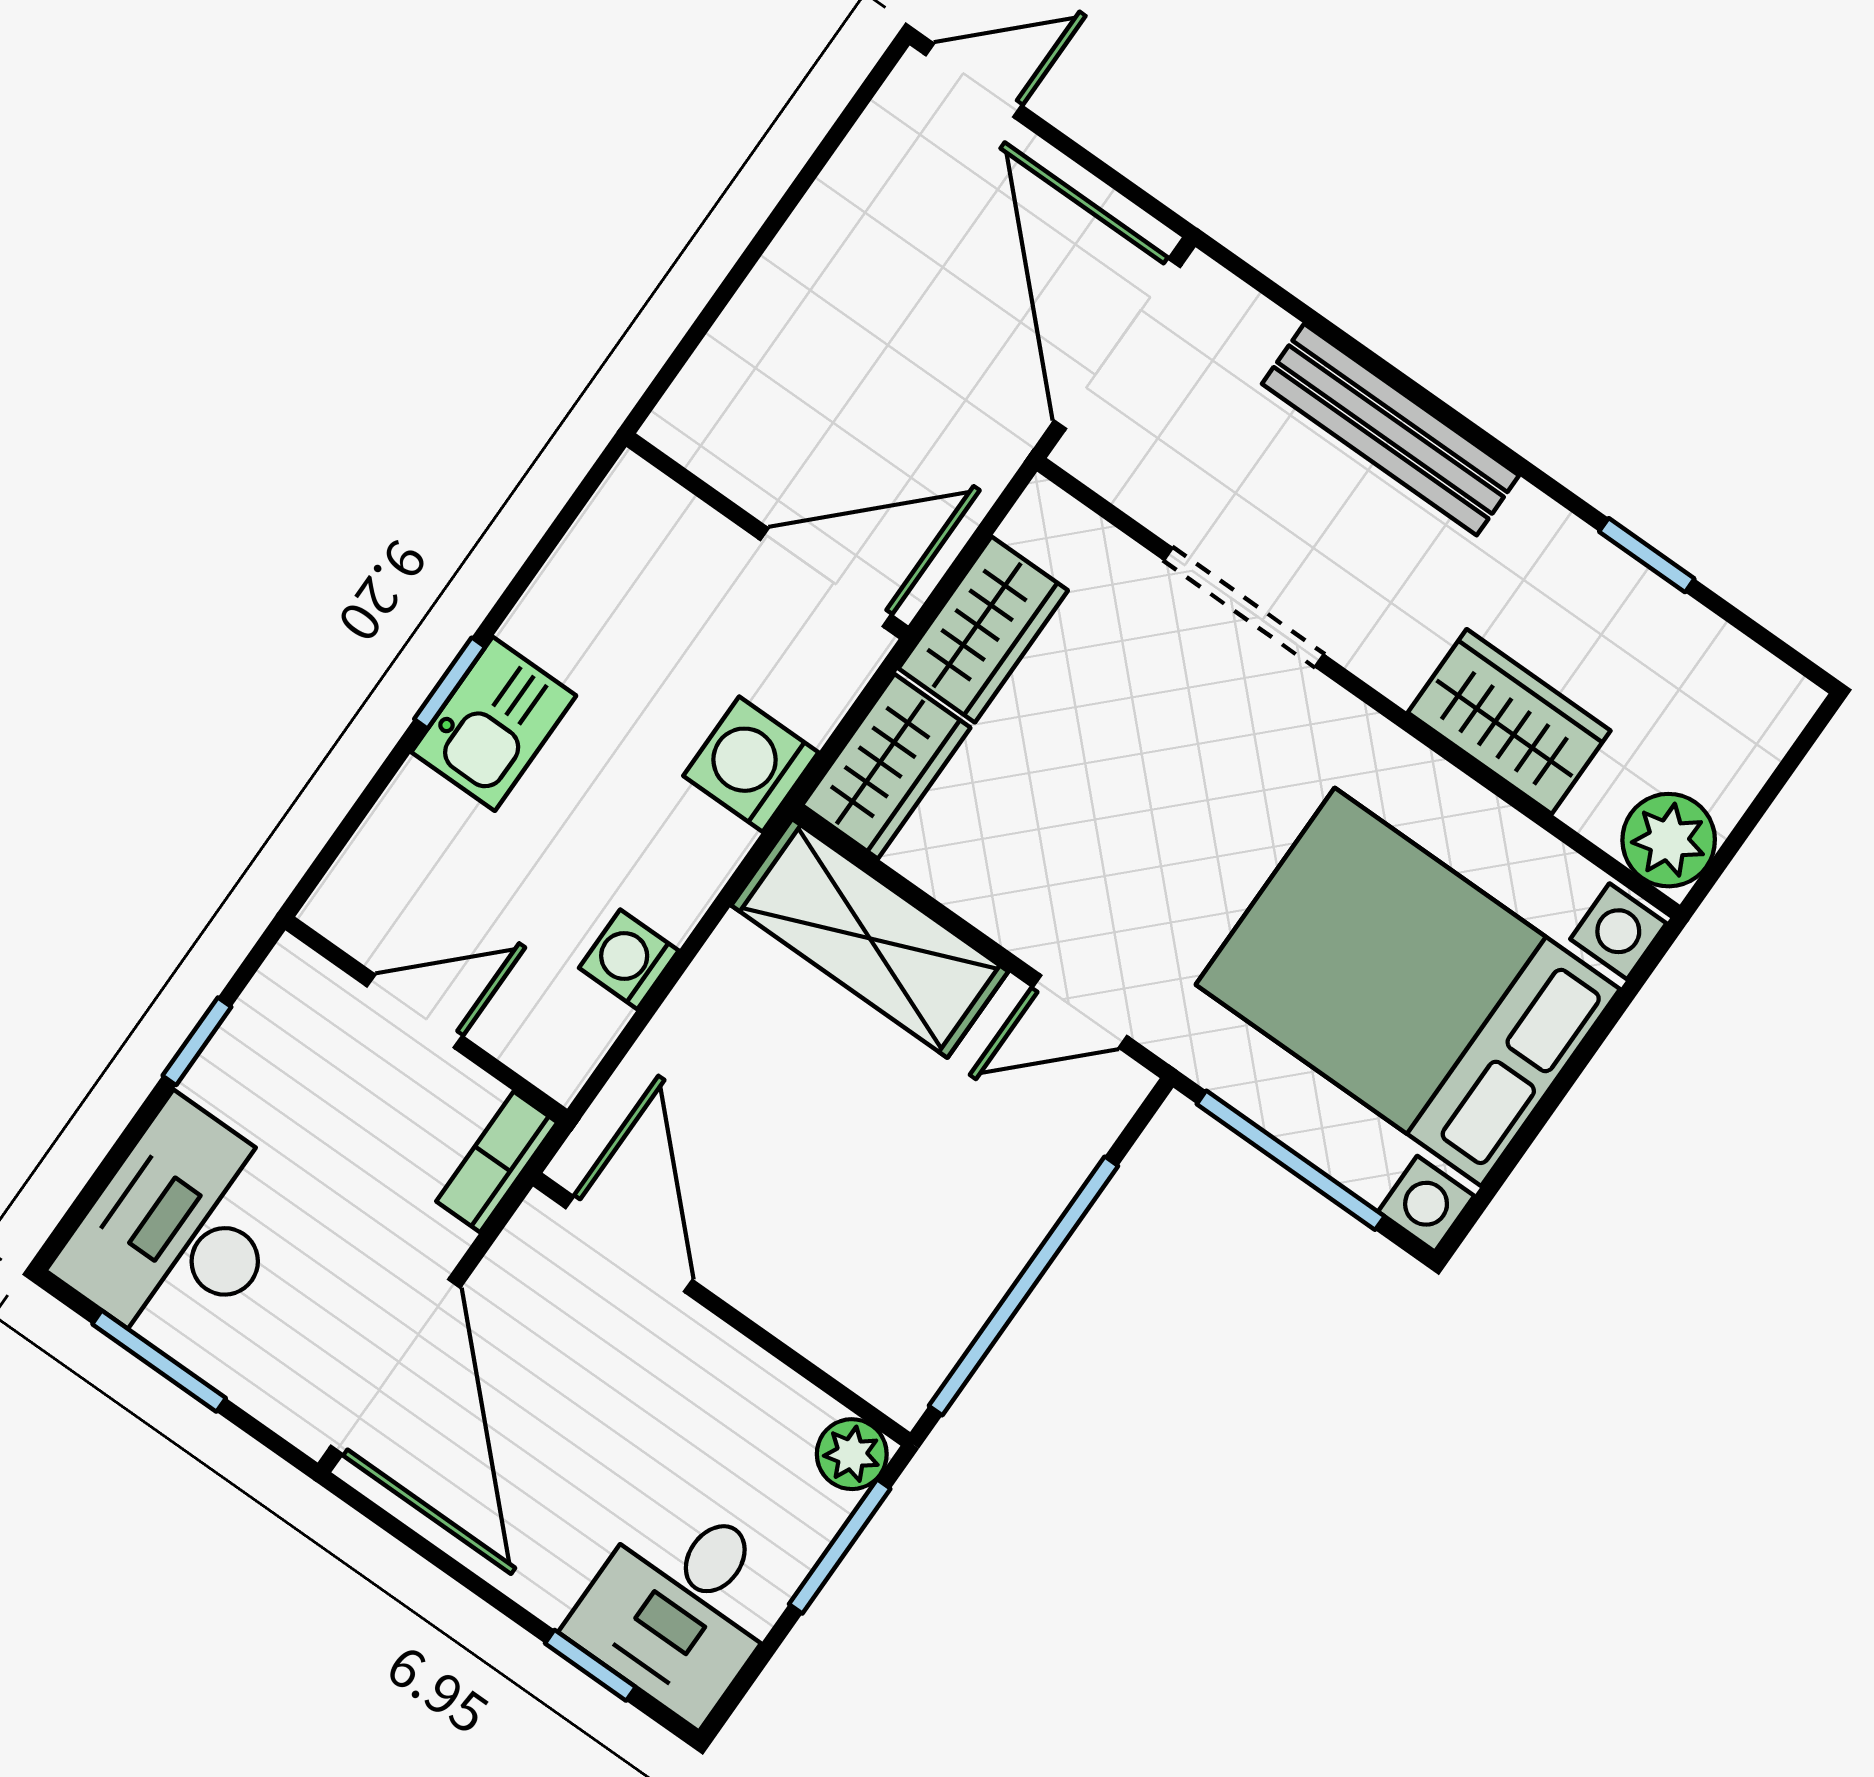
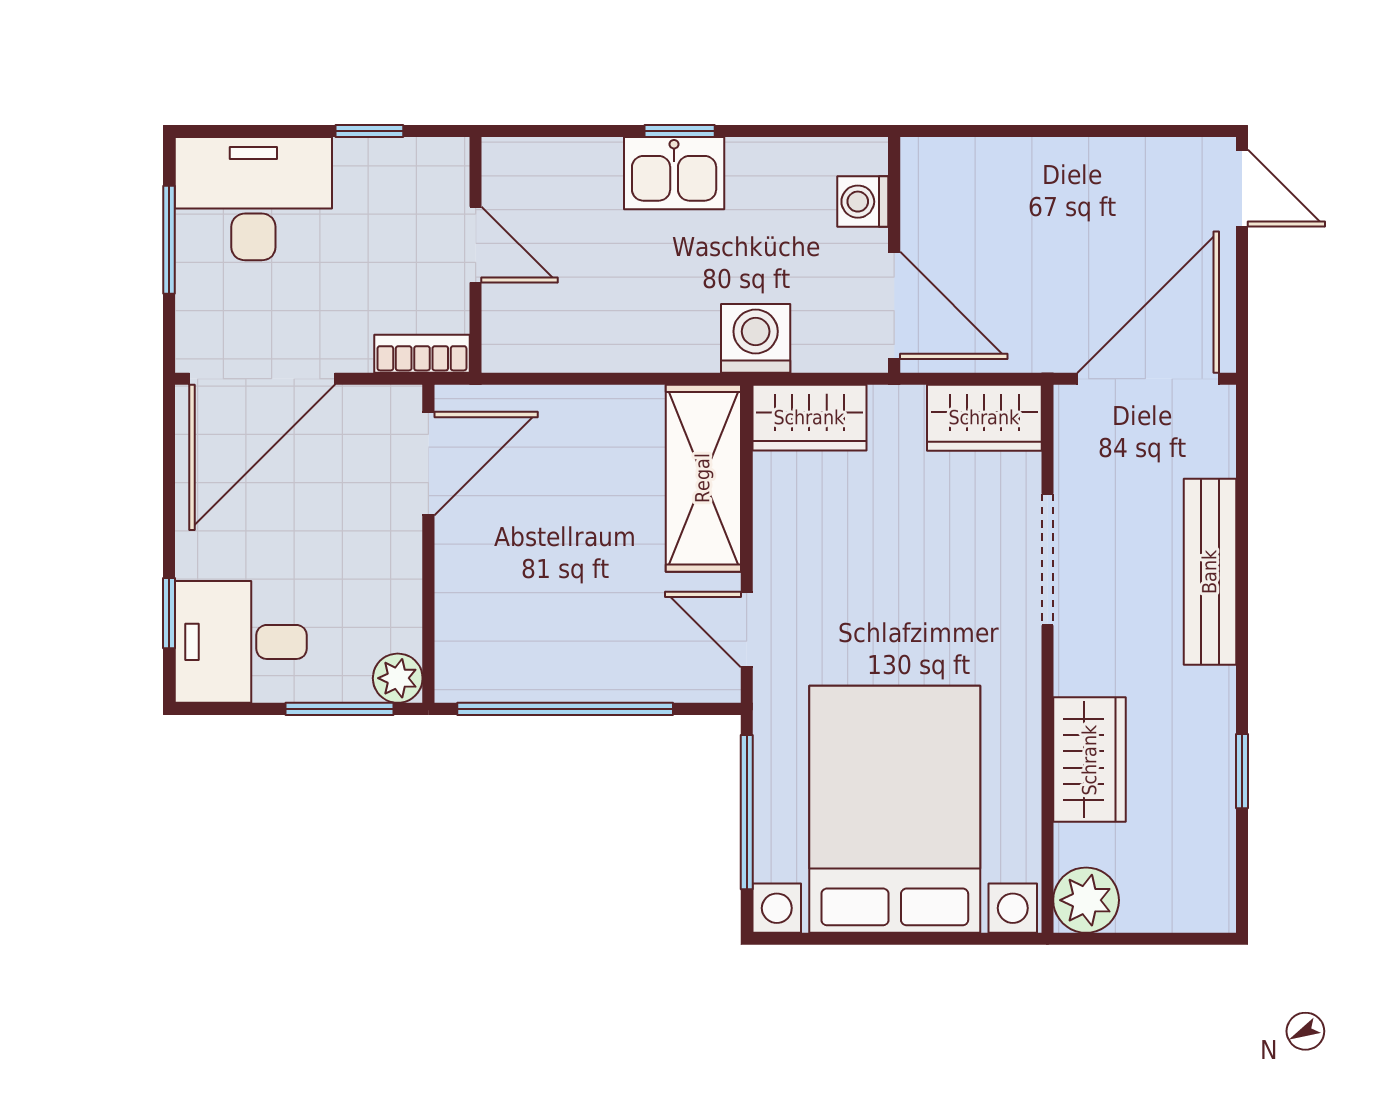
wardrobe: (983, 629) -> (984, 418), moved
washing machine: (629, 959) -> (863, 202), moved, turned -90

